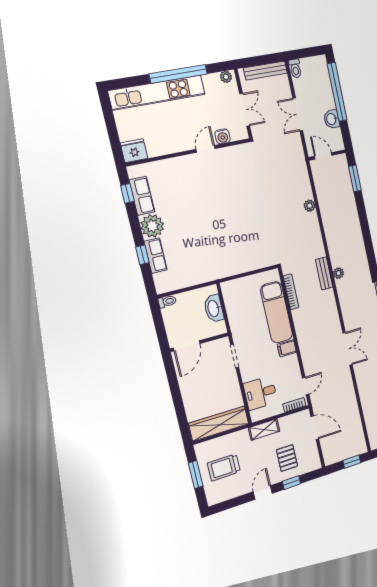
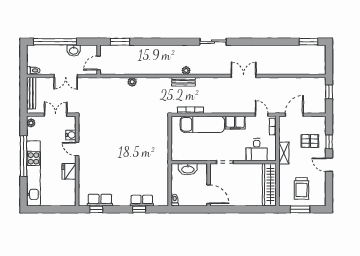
fridge: (134, 151) -> (69, 171), moved
plant: (152, 226) -> (121, 198), removed
filing cabinet: (287, 348) -> (235, 123), width x2.00

